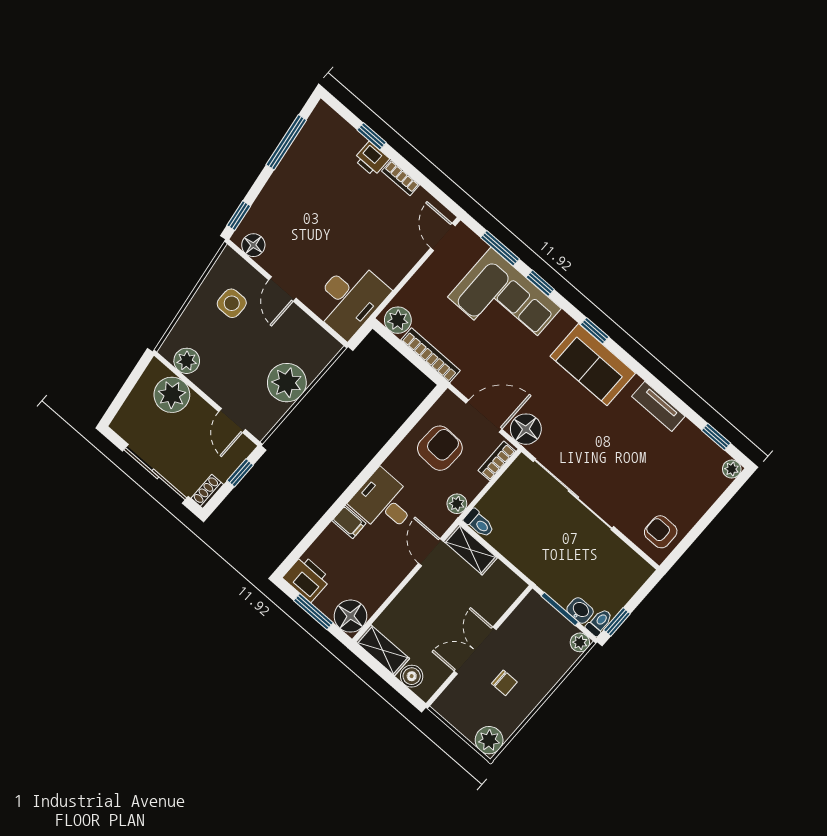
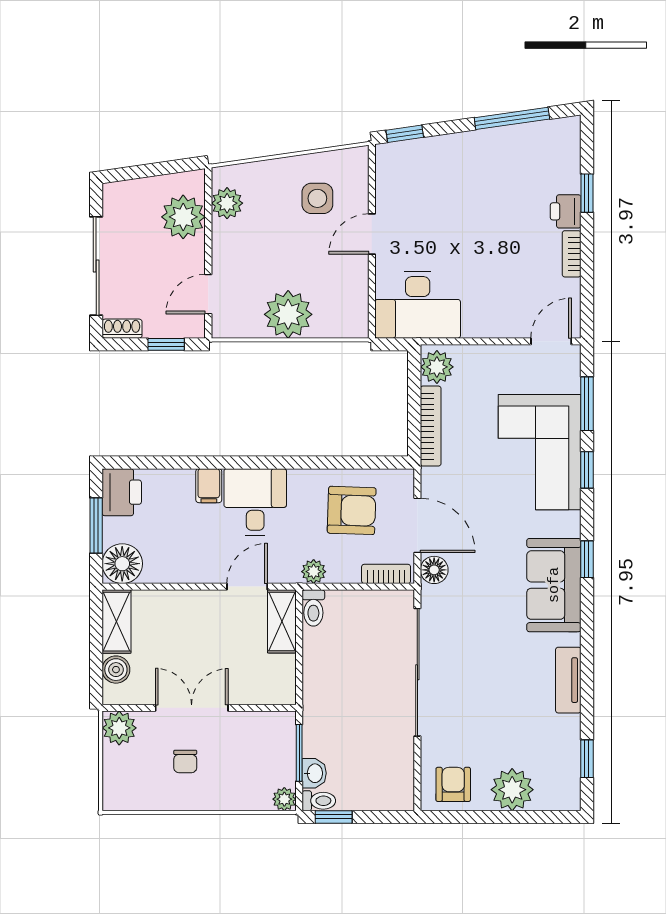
floor lamp: (253, 245) -> (389, 171), removed
floor lamp: (526, 429) -> (434, 570), width x0.73, depth x0.73
plant: (732, 469) -> (512, 790), moved, width x1.87, depth x1.87
plant: (489, 740) -> (119, 728), moved

